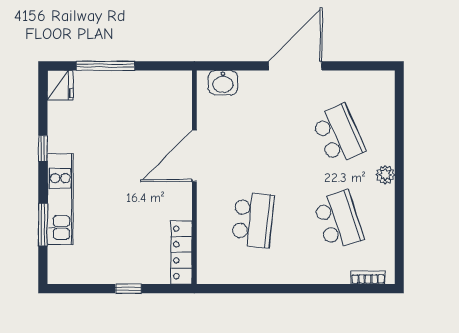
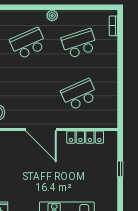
school desk: (253, 220) -> (79, 95), turned -30
locker: (182, 252) -> (85, 137), moved

